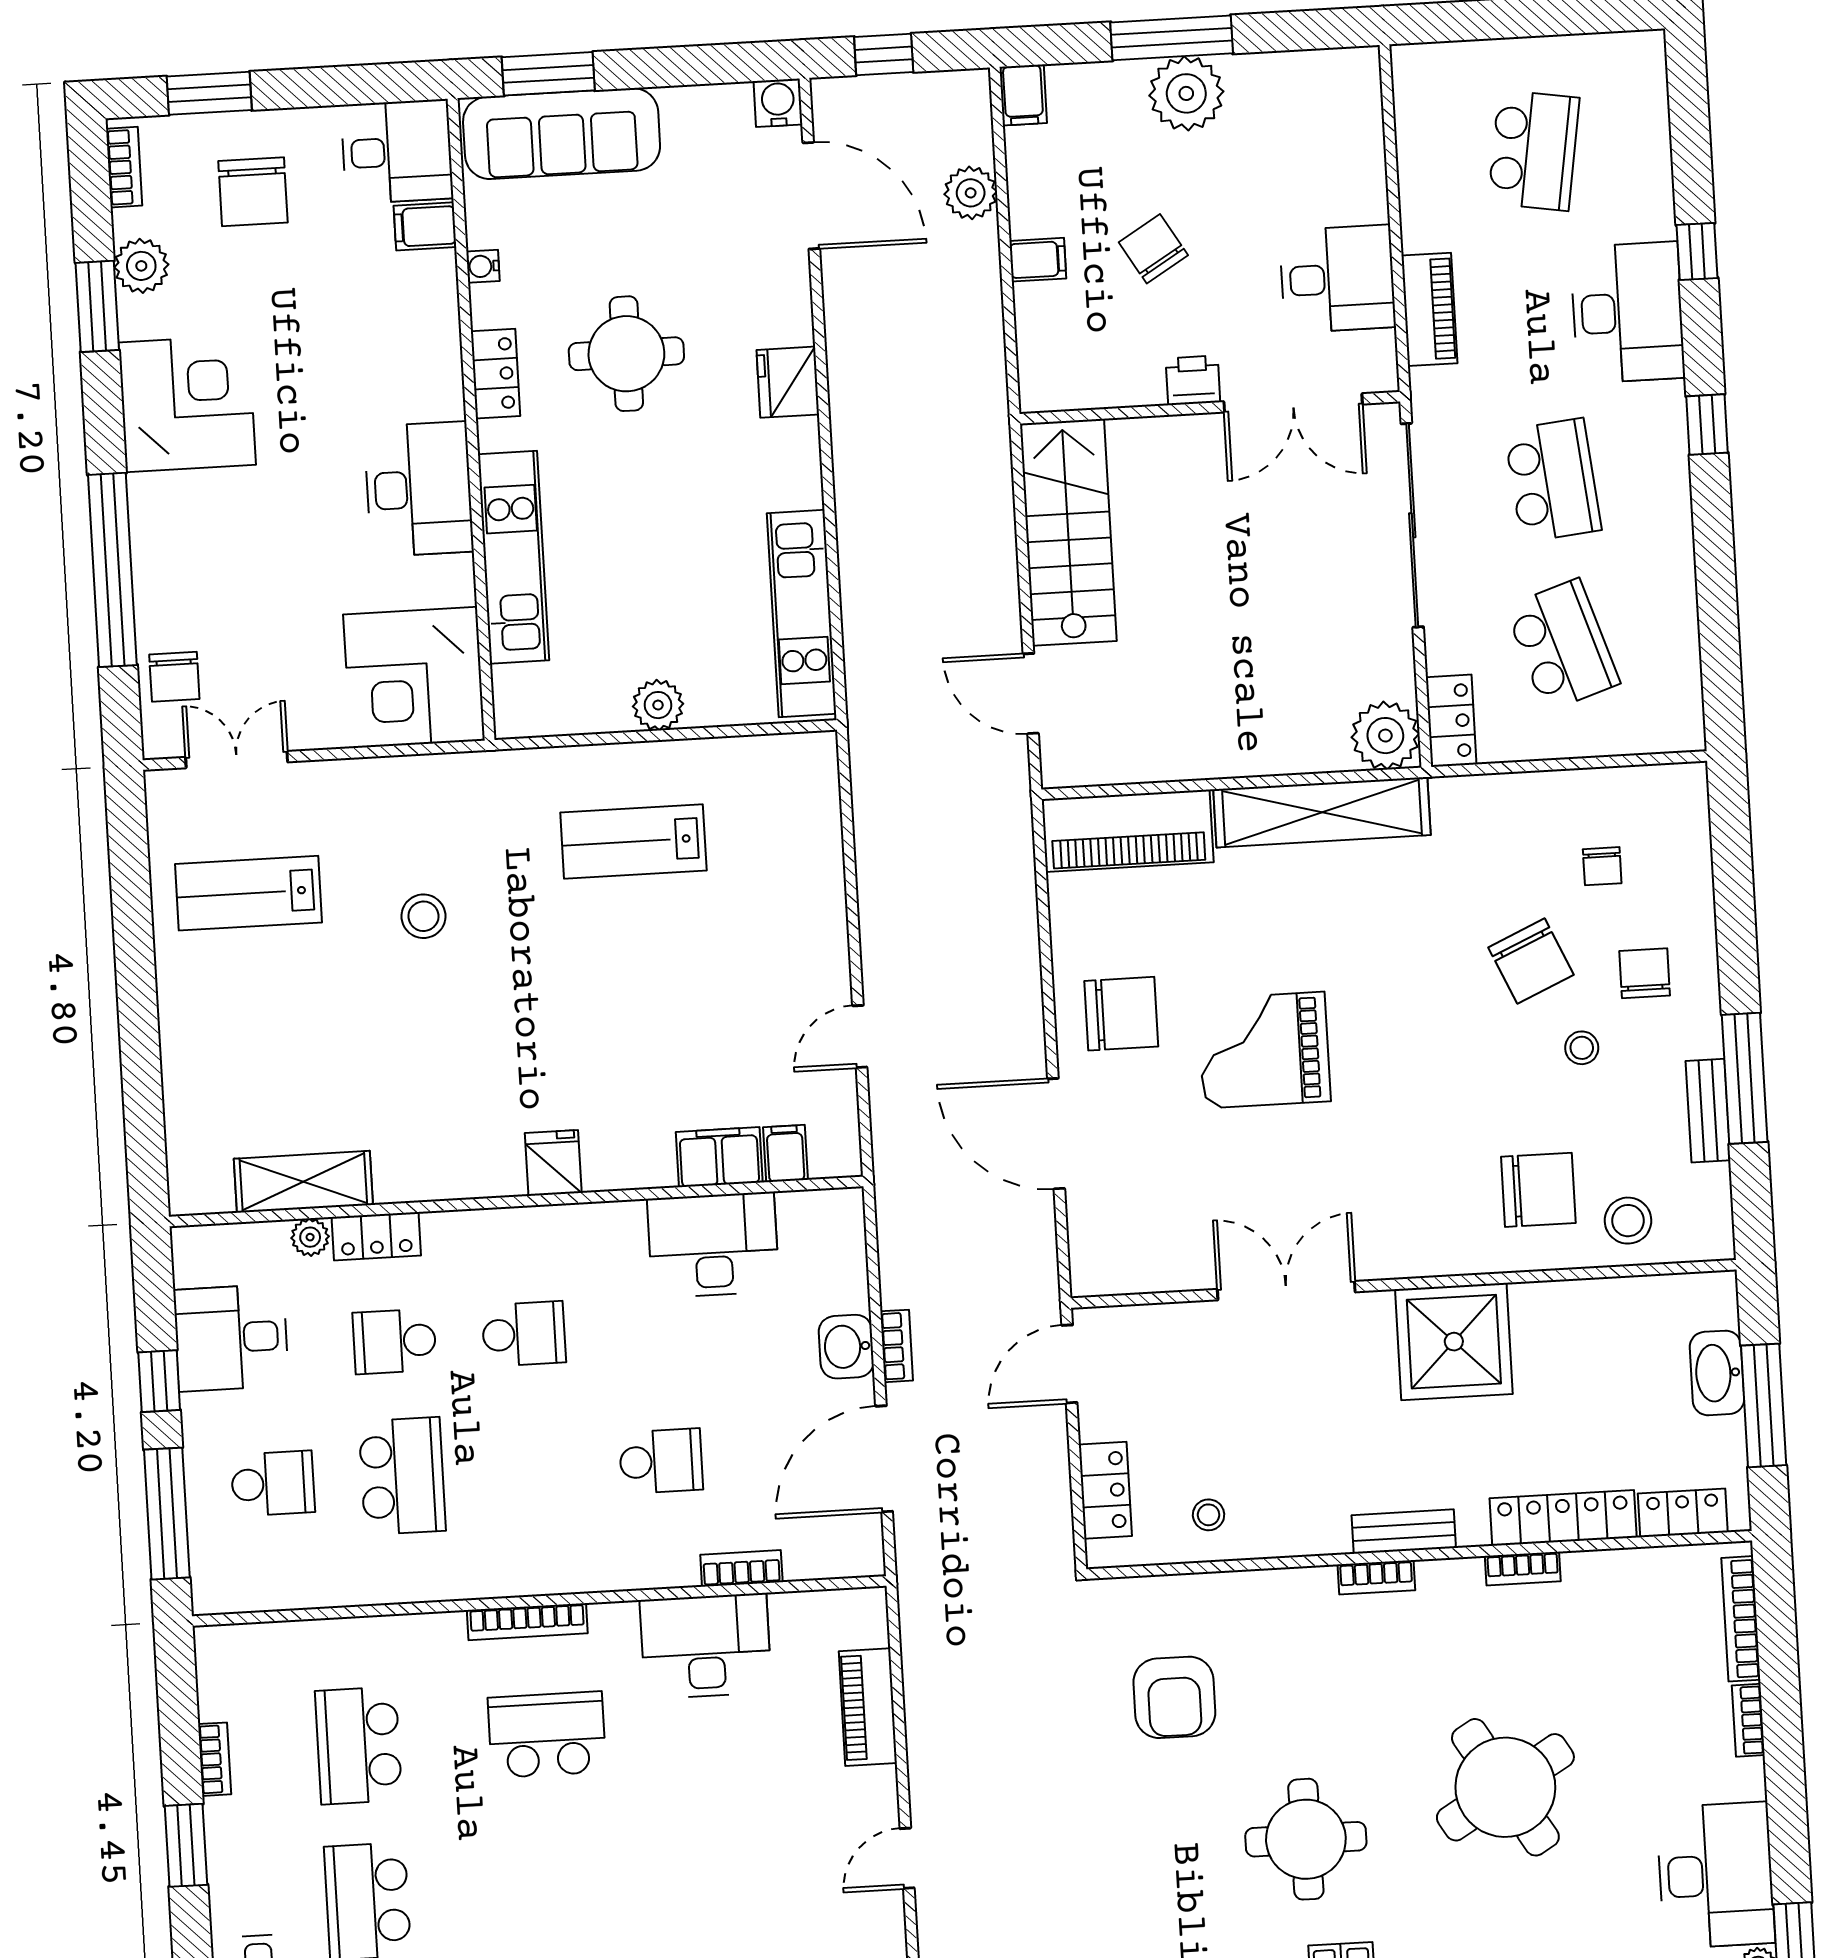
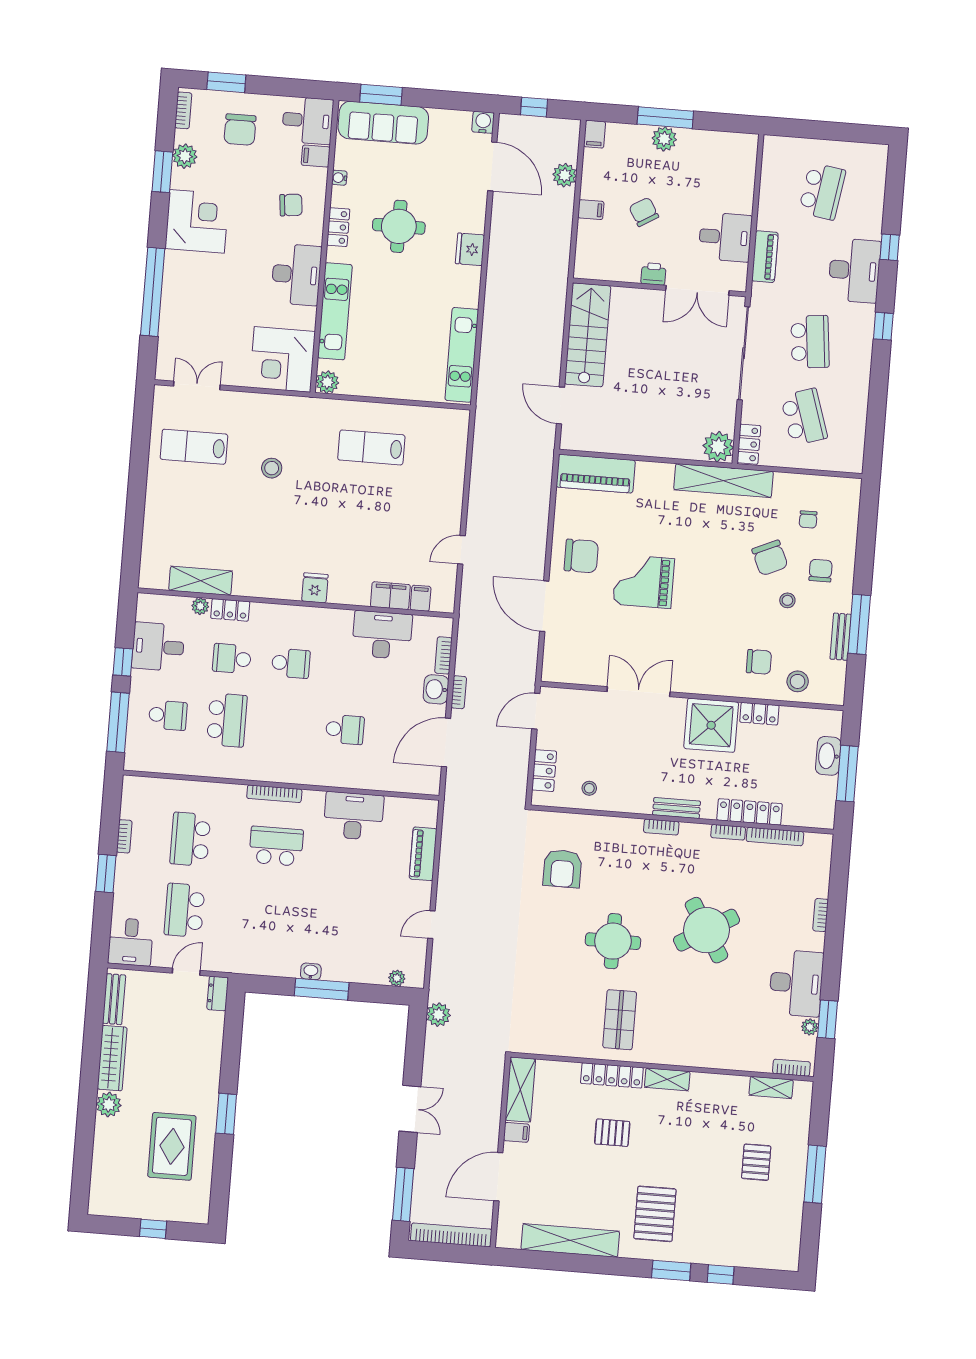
plant: (1186, 93) -> (664, 139), width x0.73, depth x0.73
chair: (174, 677) -> (291, 205), moved, turned -96
plant: (658, 705) -> (327, 382), moved
shelving: (1322, 812) -> (724, 481), moved
chair: (1538, 1190) -> (759, 662), width x0.73, depth x0.73
locker: (1683, 1513) -> (759, 714), moved, turned 180
bookcase: (741, 1568) -> (443, 655), moved, turned -90
bookcase: (1741, 1619) -> (775, 837), moved, turned -90

